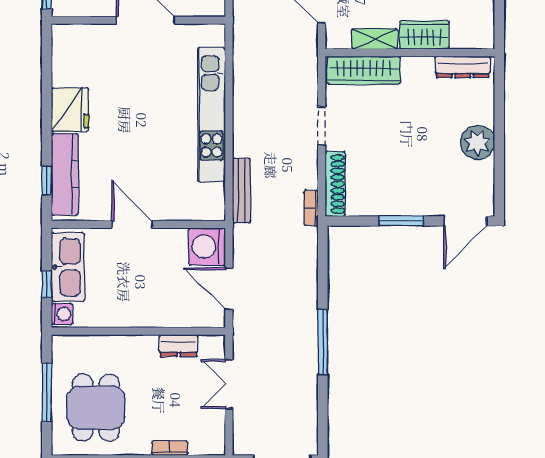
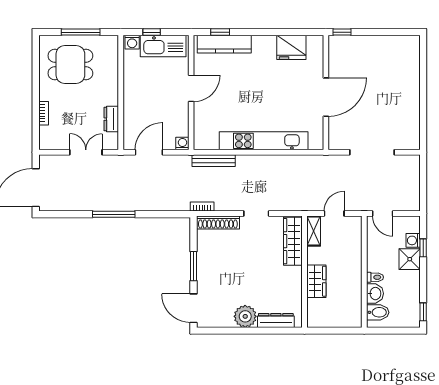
shelving: (375, 39) -> (314, 231), moved
dresser: (463, 67) -> (276, 320), moved, turned 90
fridge: (70, 110) -> (291, 47), moved
washing machine: (207, 246) -> (182, 144), width x0.53, depth x0.53

